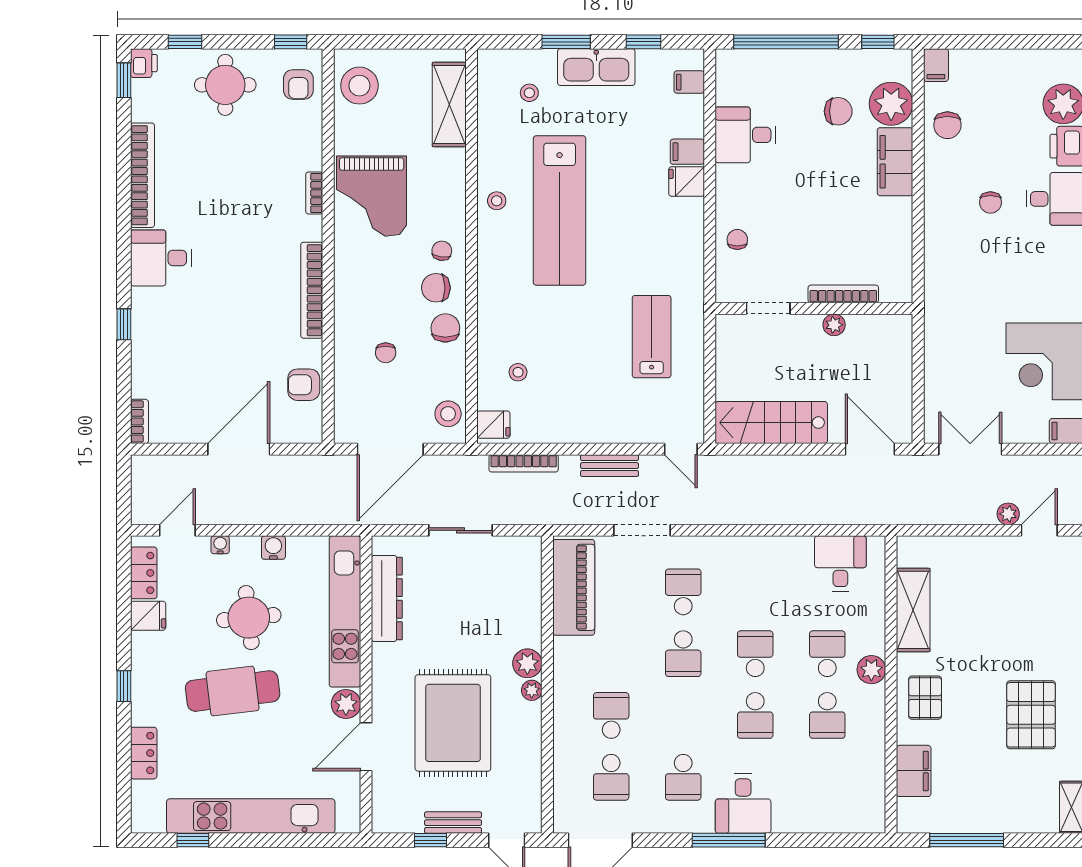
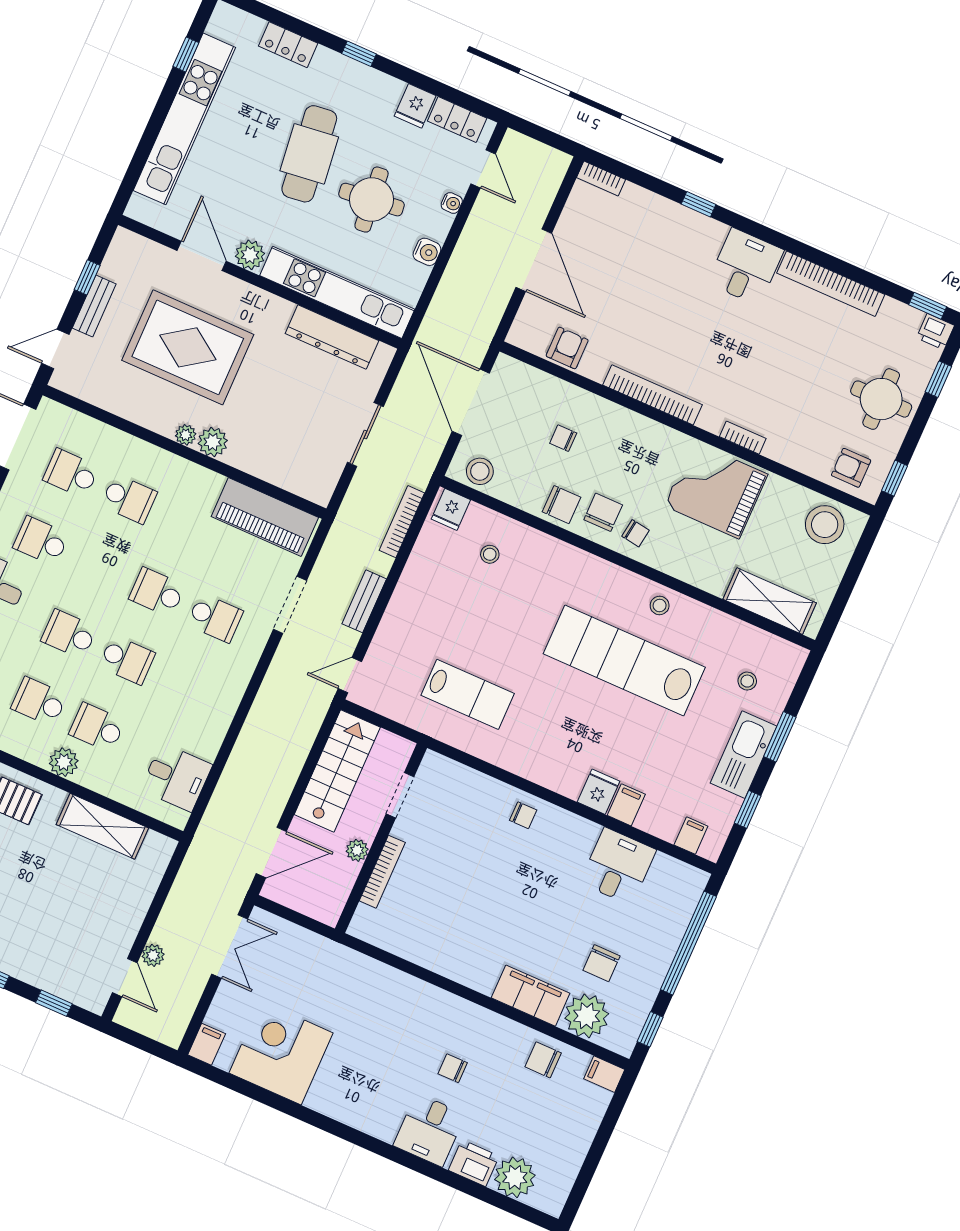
bookcase: (843, 294) -> (382, 872), moved
doorway: (768, 308) -> (400, 795), moved
wall: (814, 308) -> (381, 838), moved
plant: (834, 325) -> (357, 850), moved
school desk: (827, 654) -> (97, 727), turned 180

